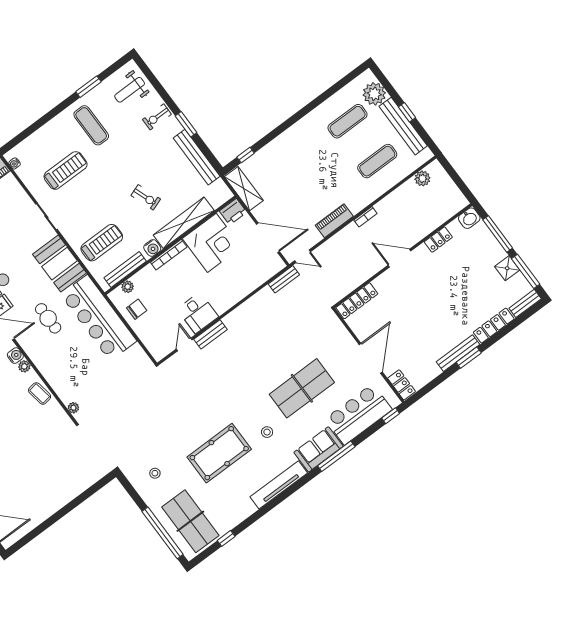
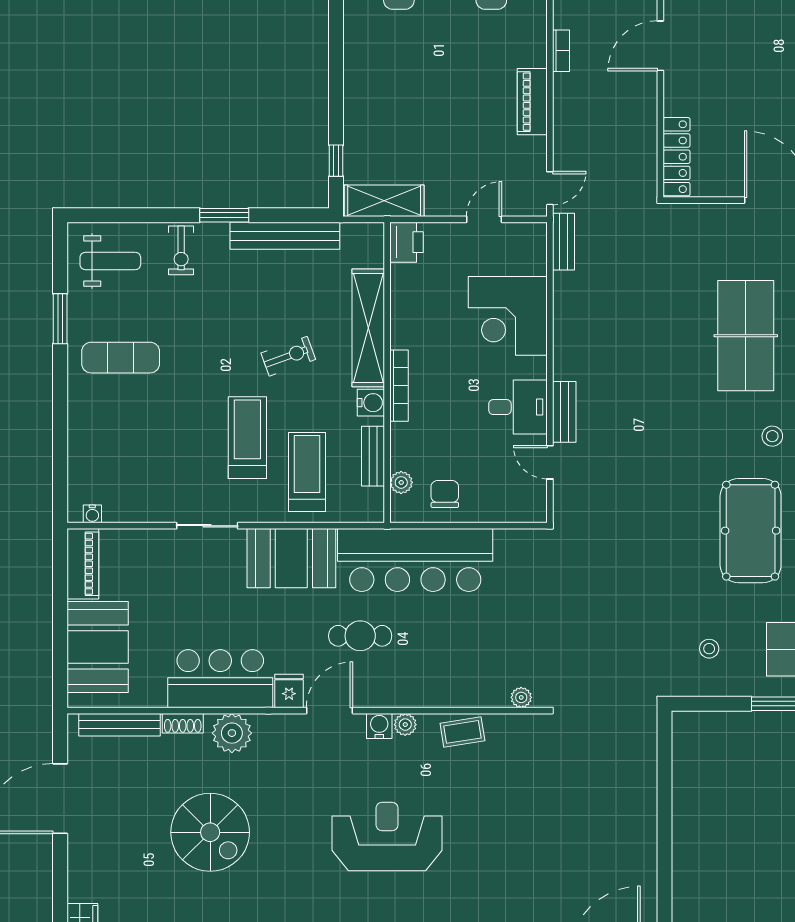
weight bench: (130, 90) -> (110, 261), turned -90
treadmill: (66, 170) -> (247, 438), moved
door: (268, 238) -> (484, 219), width x0.53
corner desk: (212, 243) -> (508, 316), moved, turned 180
bench: (125, 270) -> (373, 456), width x0.73

